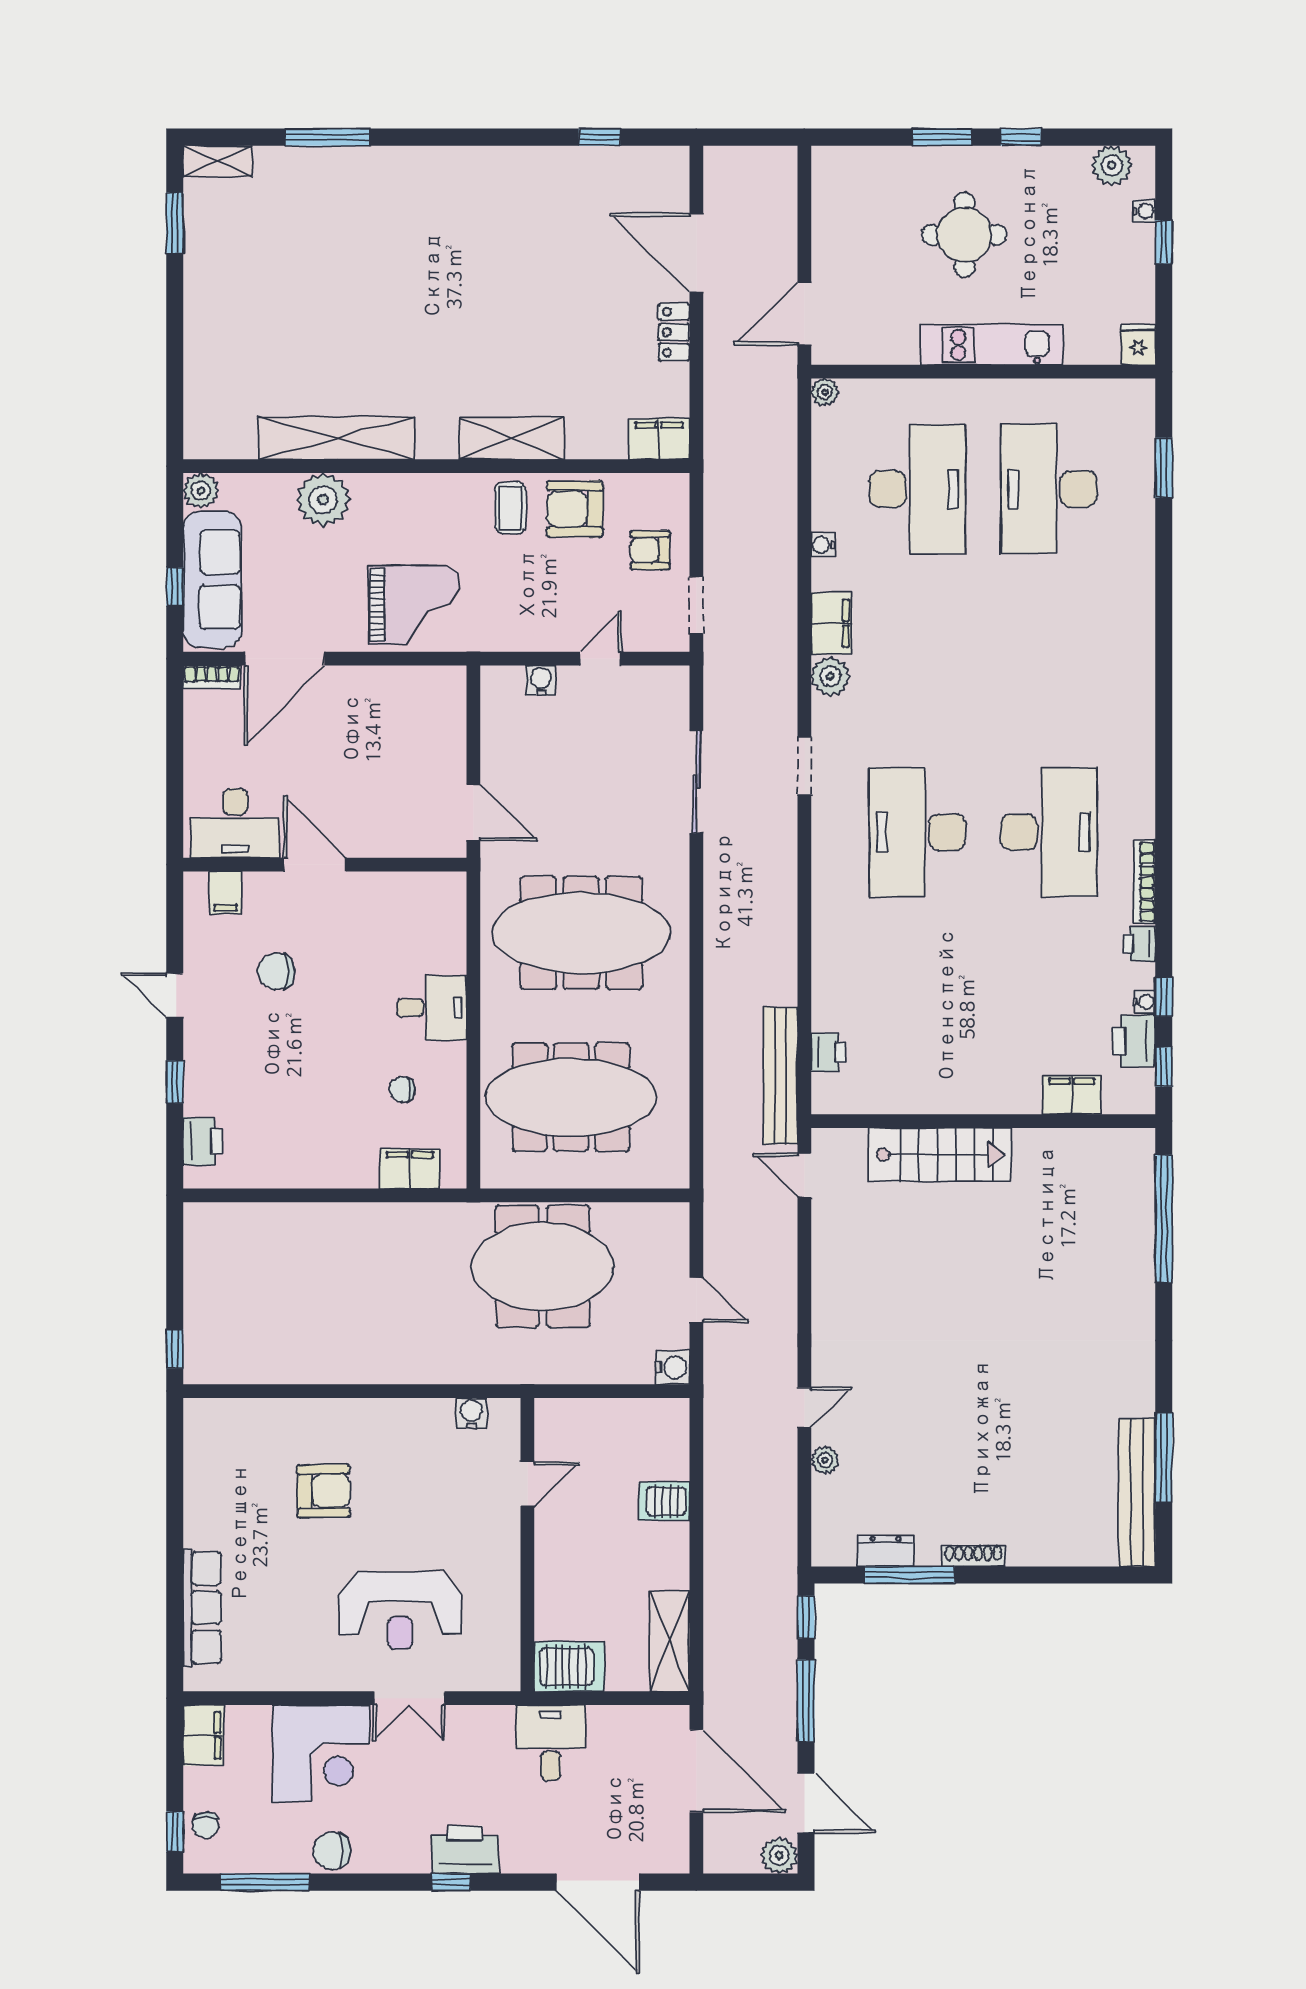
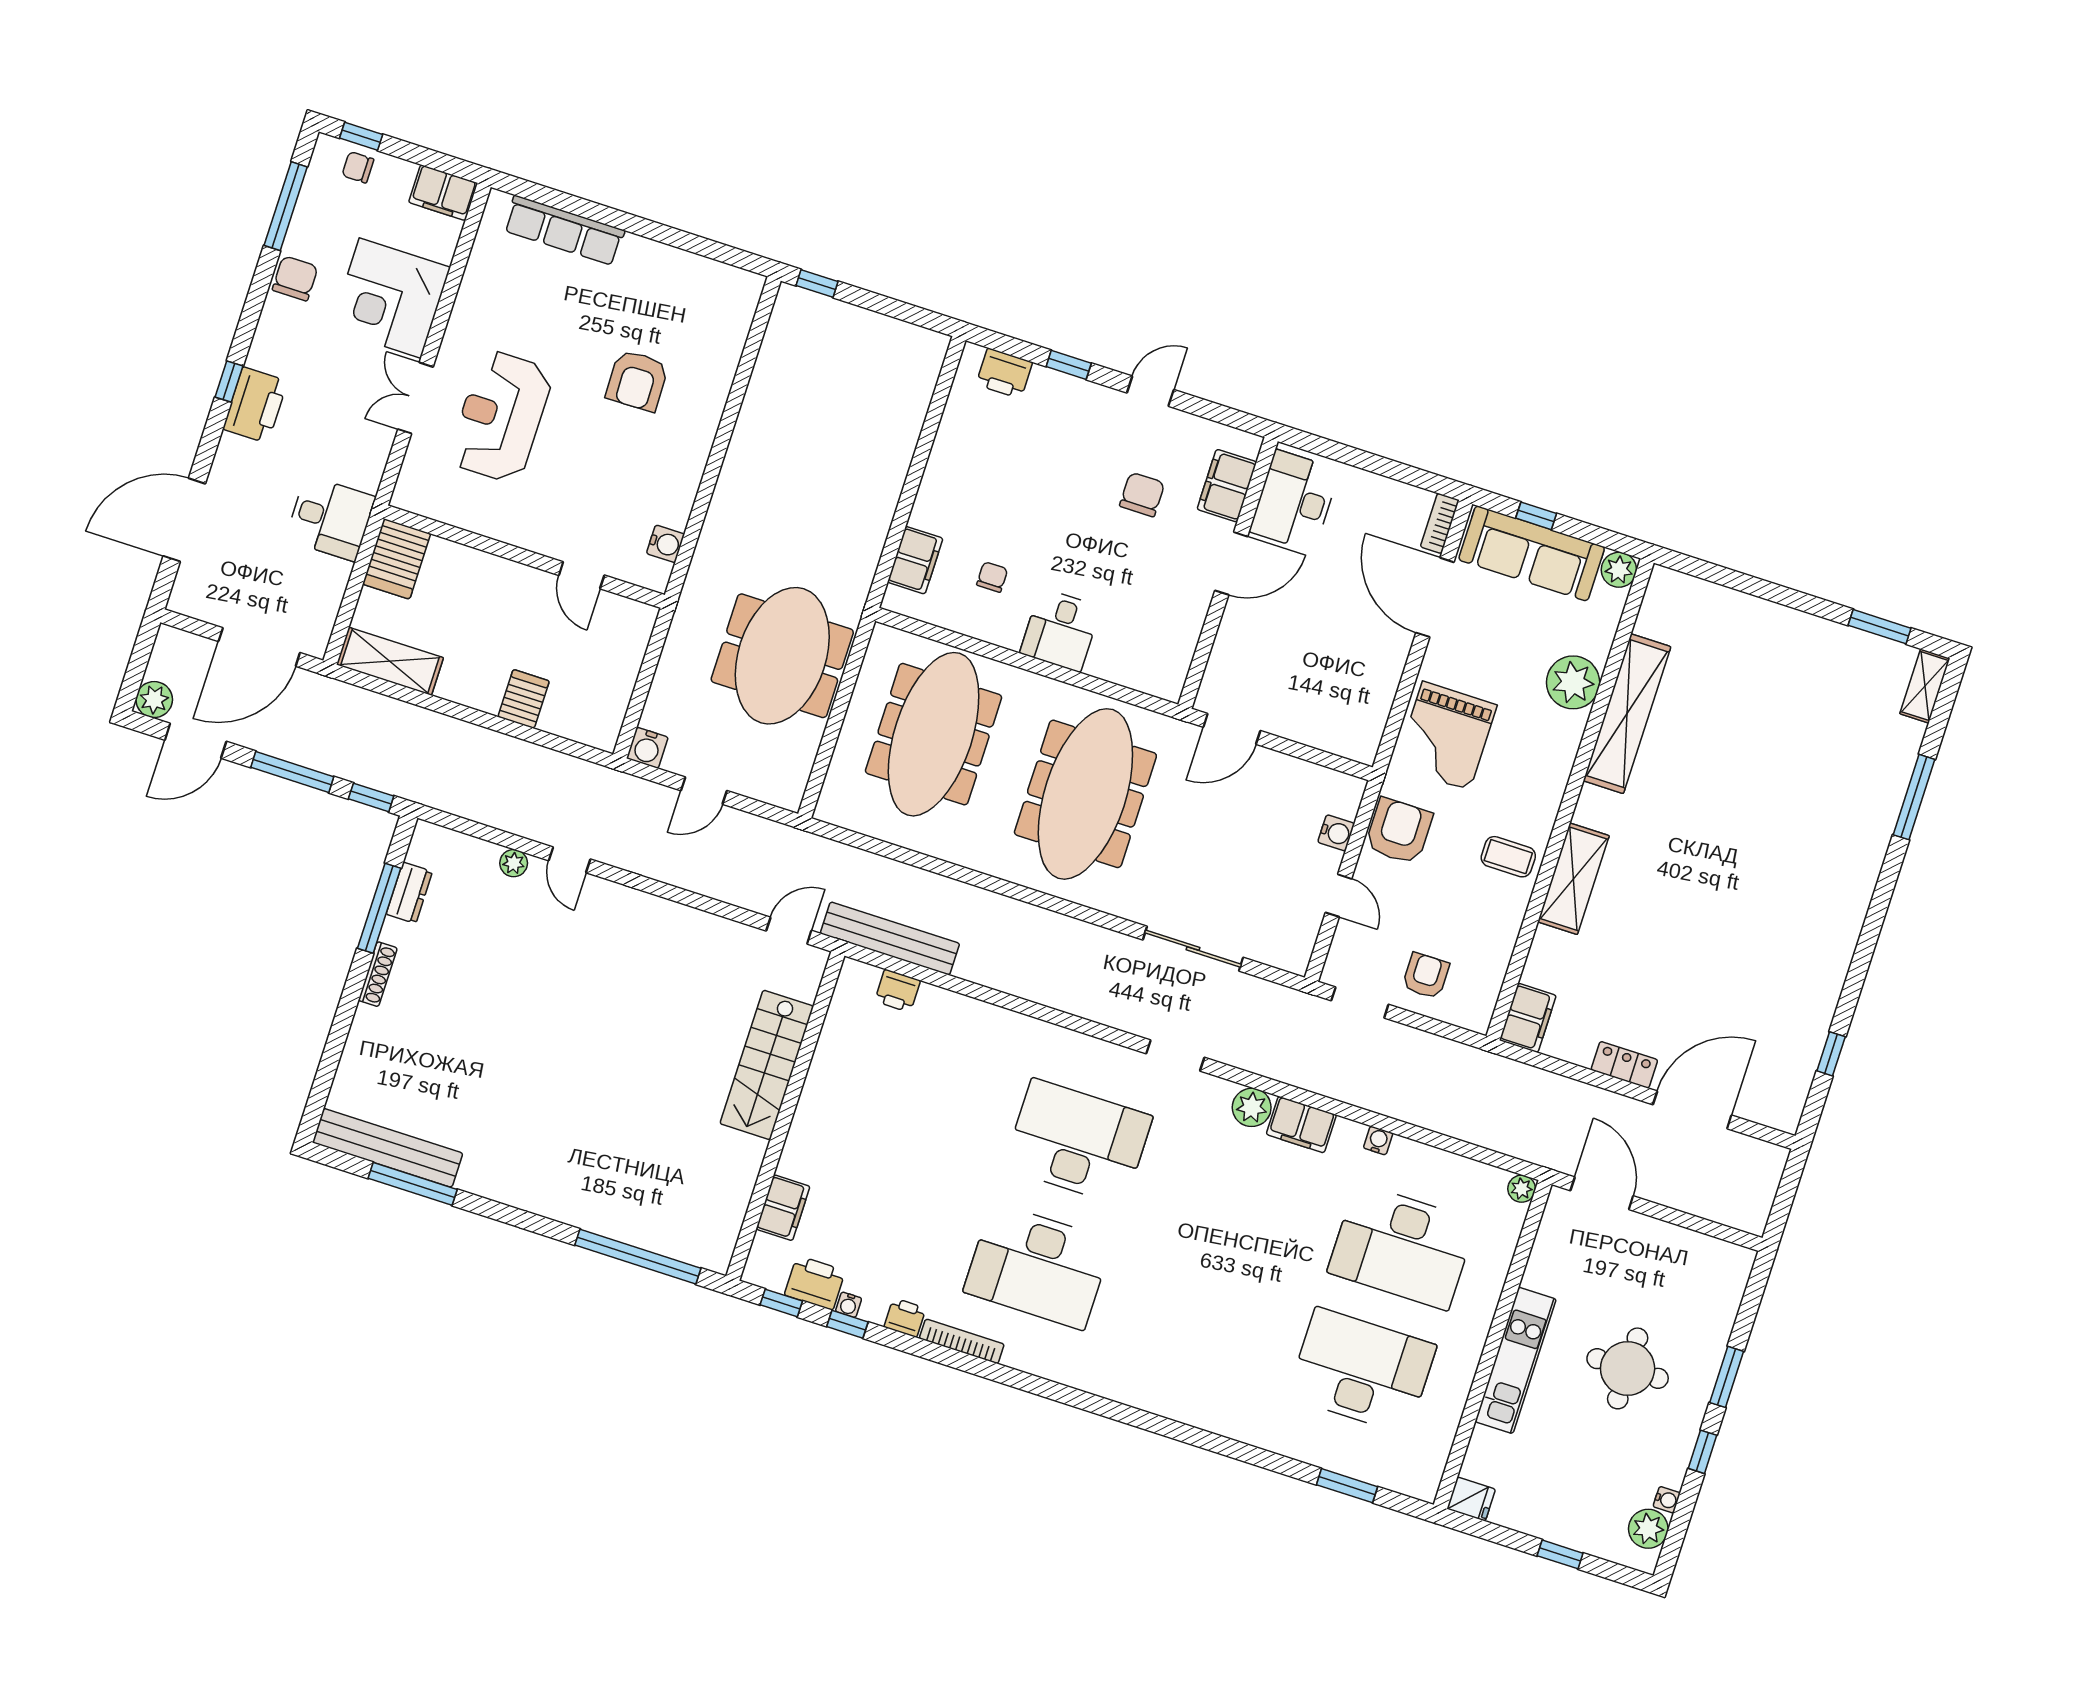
water cooler: (1144, 211) -> (1667, 1500), moved, turned -90
armchair: (575, 509) -> (1399, 831), moved
filing cabinet: (226, 893) -> (1227, 486), width x2.00

